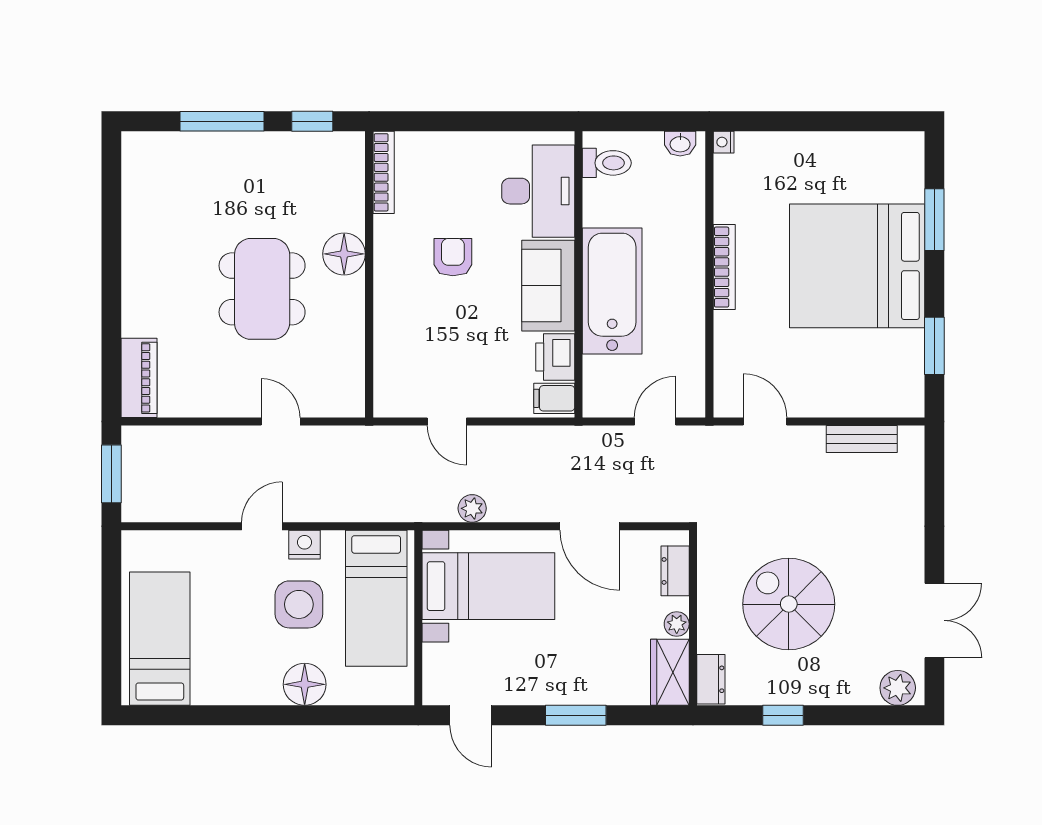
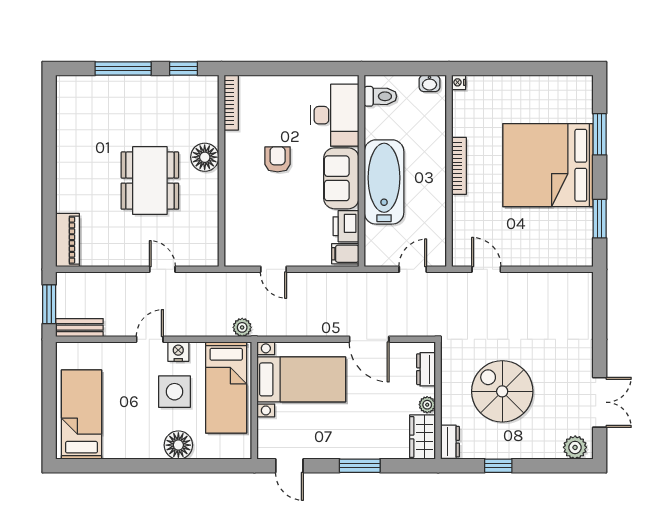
bench: (862, 439) -> (79, 328), moved
plant: (472, 508) -> (242, 327), moved

